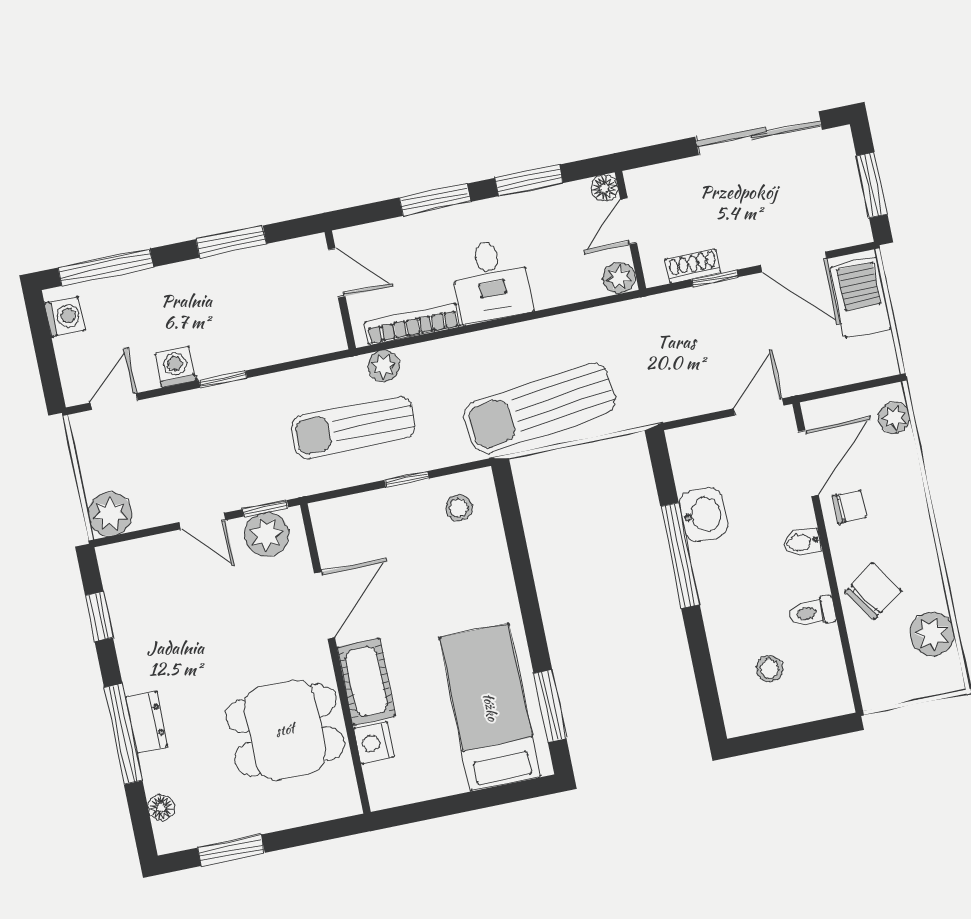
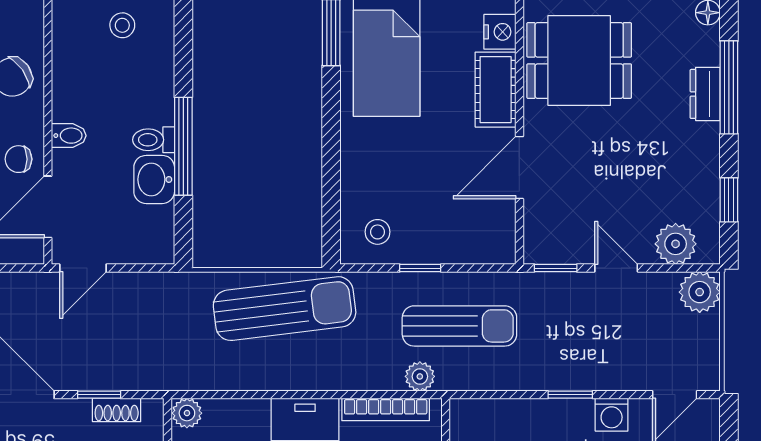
plant: (267, 534) -> (676, 244), moved
toilet: (812, 612) -> (154, 140), moved, turned 180

